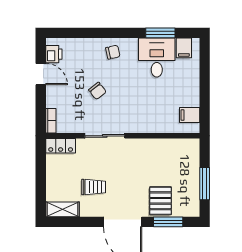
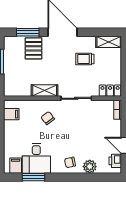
plant: (87, 47) -> (90, 167), added
chair: (97, 91) -> (48, 118), moved
shelving: (146, 146) -> (45, 90), added

